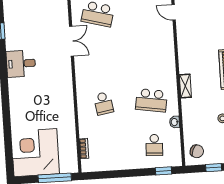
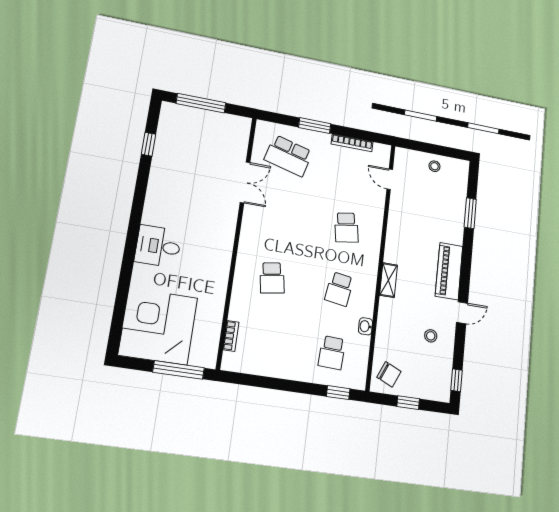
school desk: (149, 56) -> (346, 227), added
desk: (21, 64) -> (158, 246), moved
school desk: (151, 100) -> (339, 289), width x0.54

